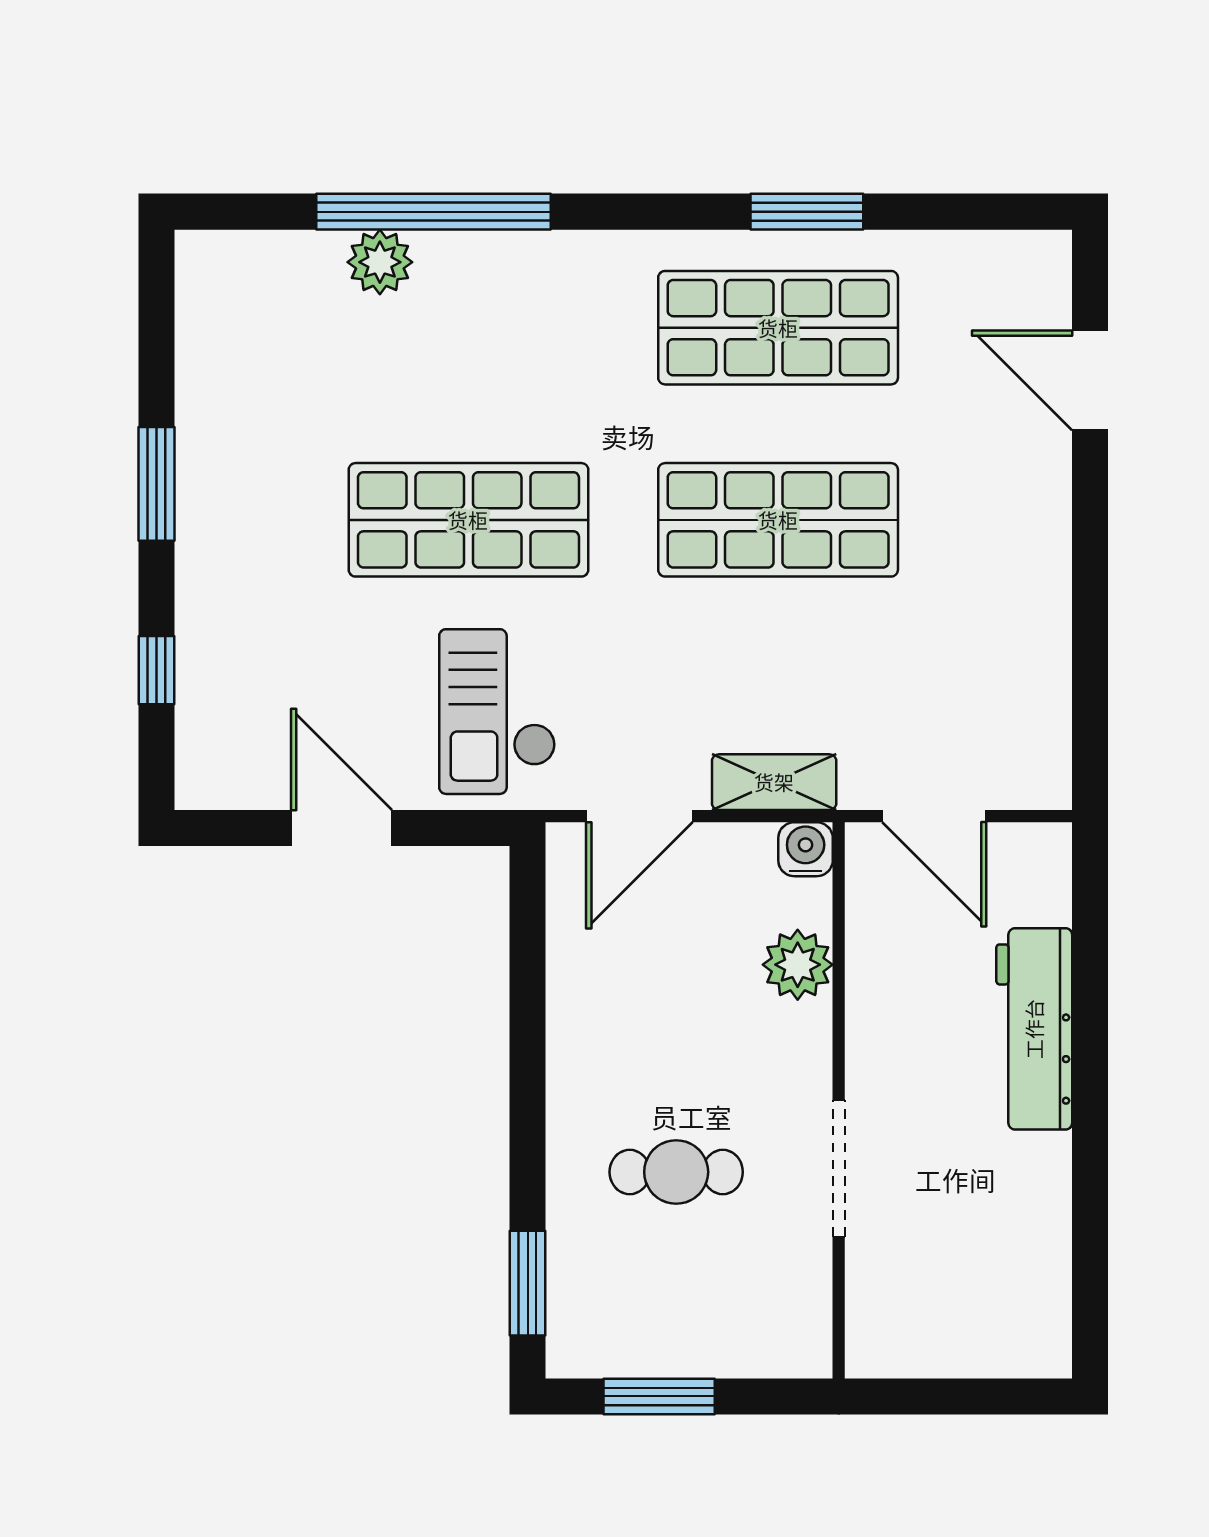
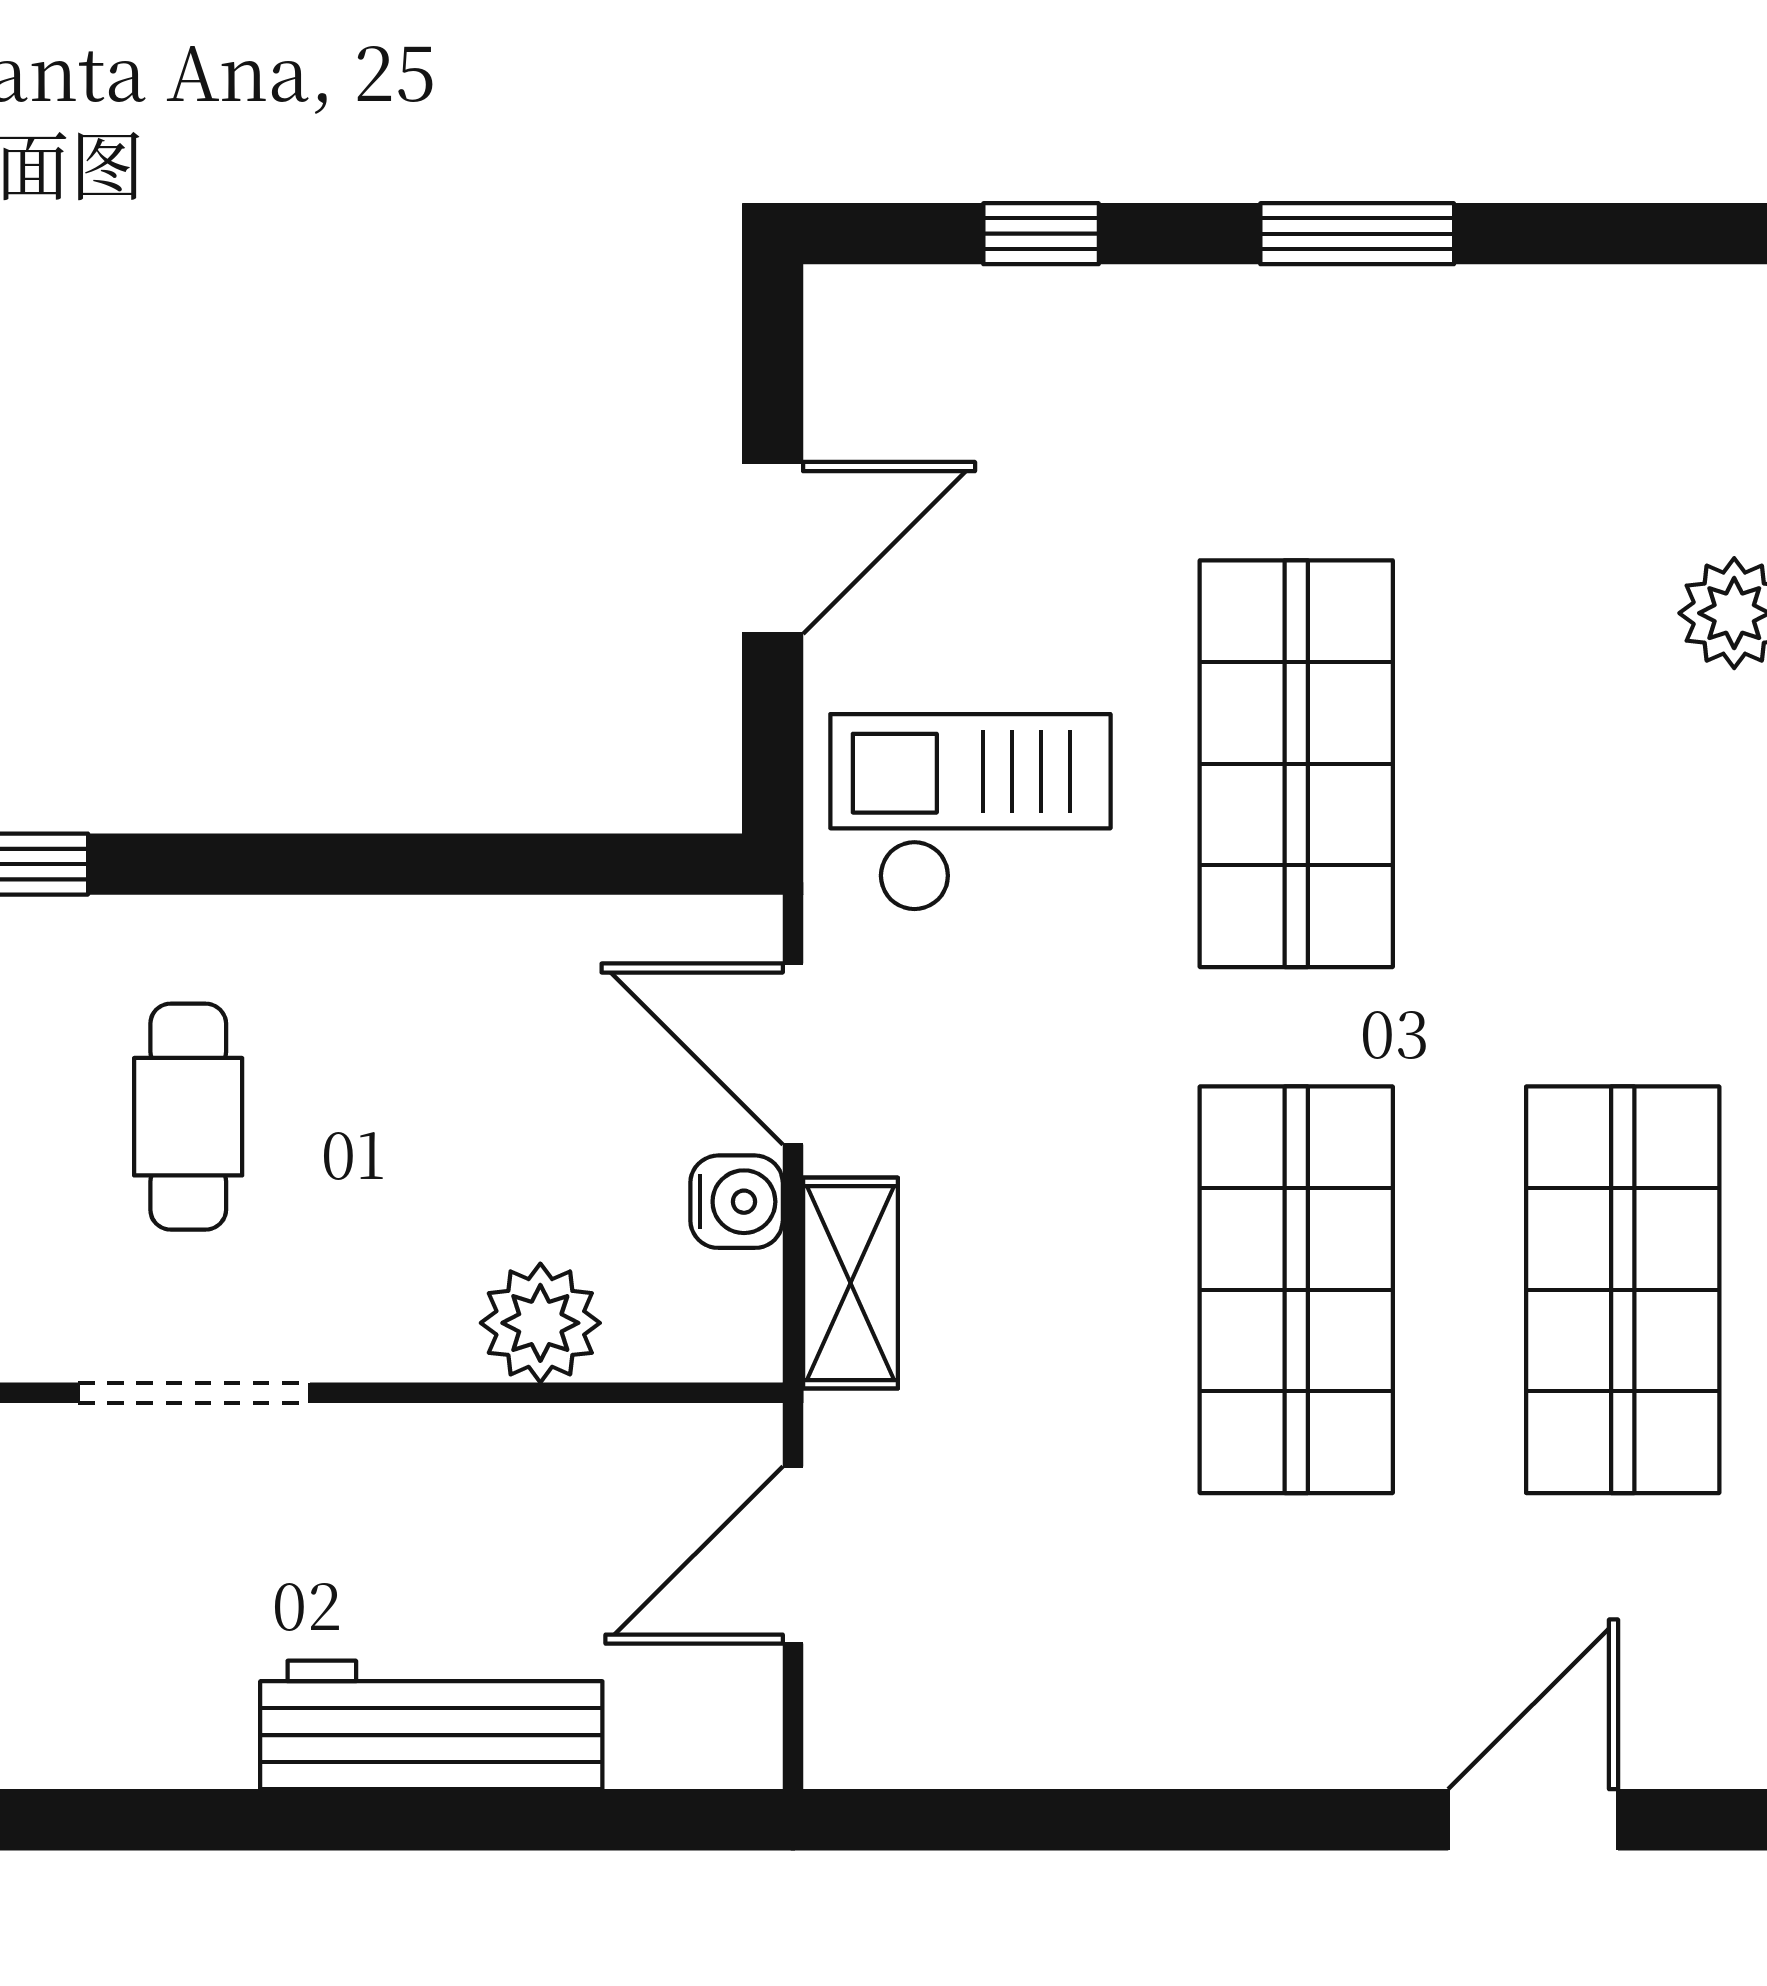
water cooler: (806, 849) -> (737, 1202), moved

